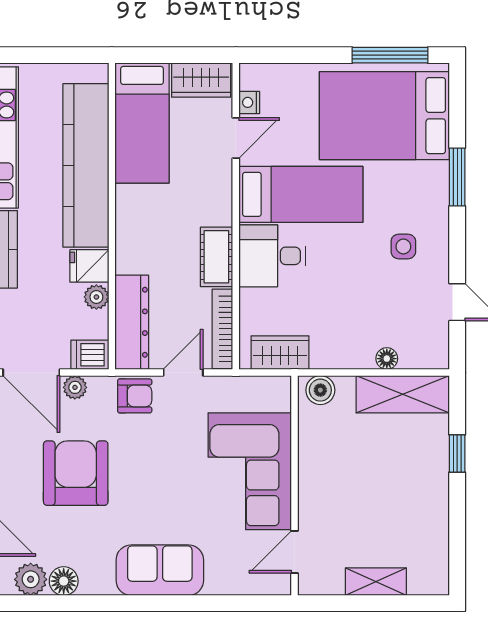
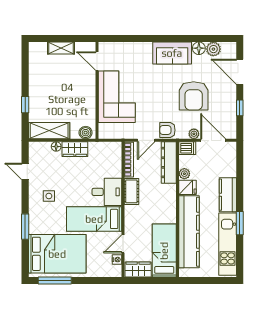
wardrobe: (280, 353) -> (75, 149), moved
door: (295, 552) -> (97, 61), swing flipped
sofa: (160, 570) -> (172, 53), moved

